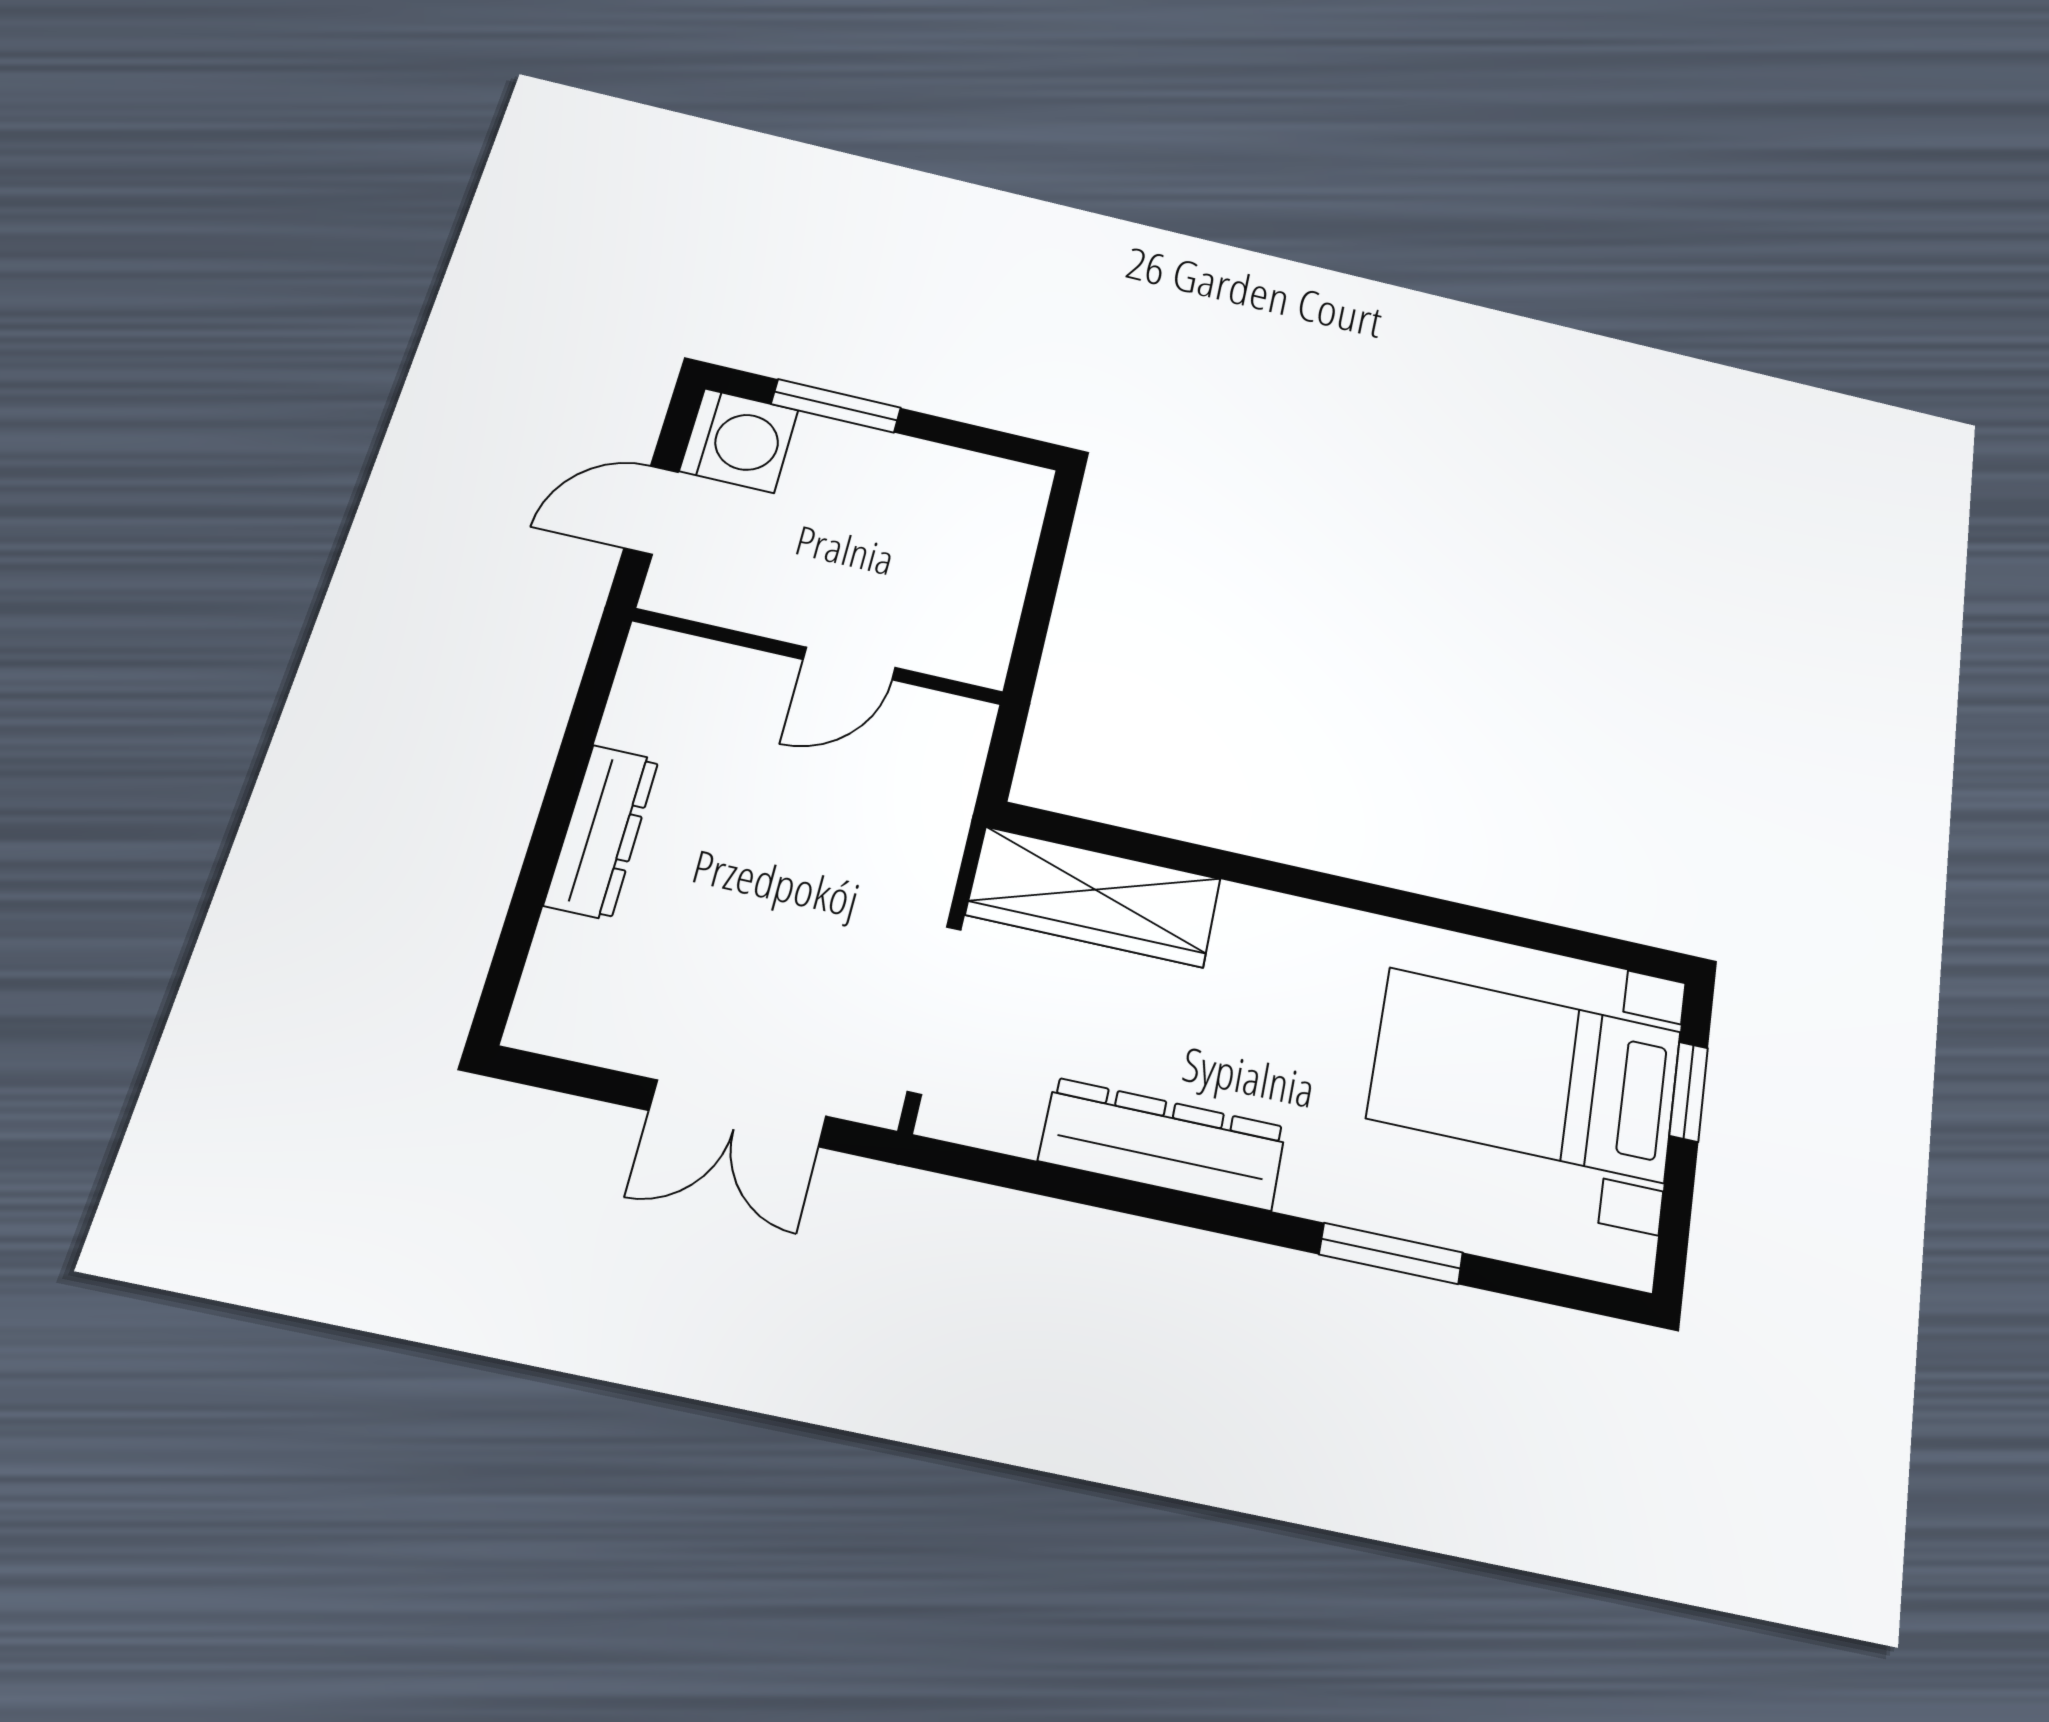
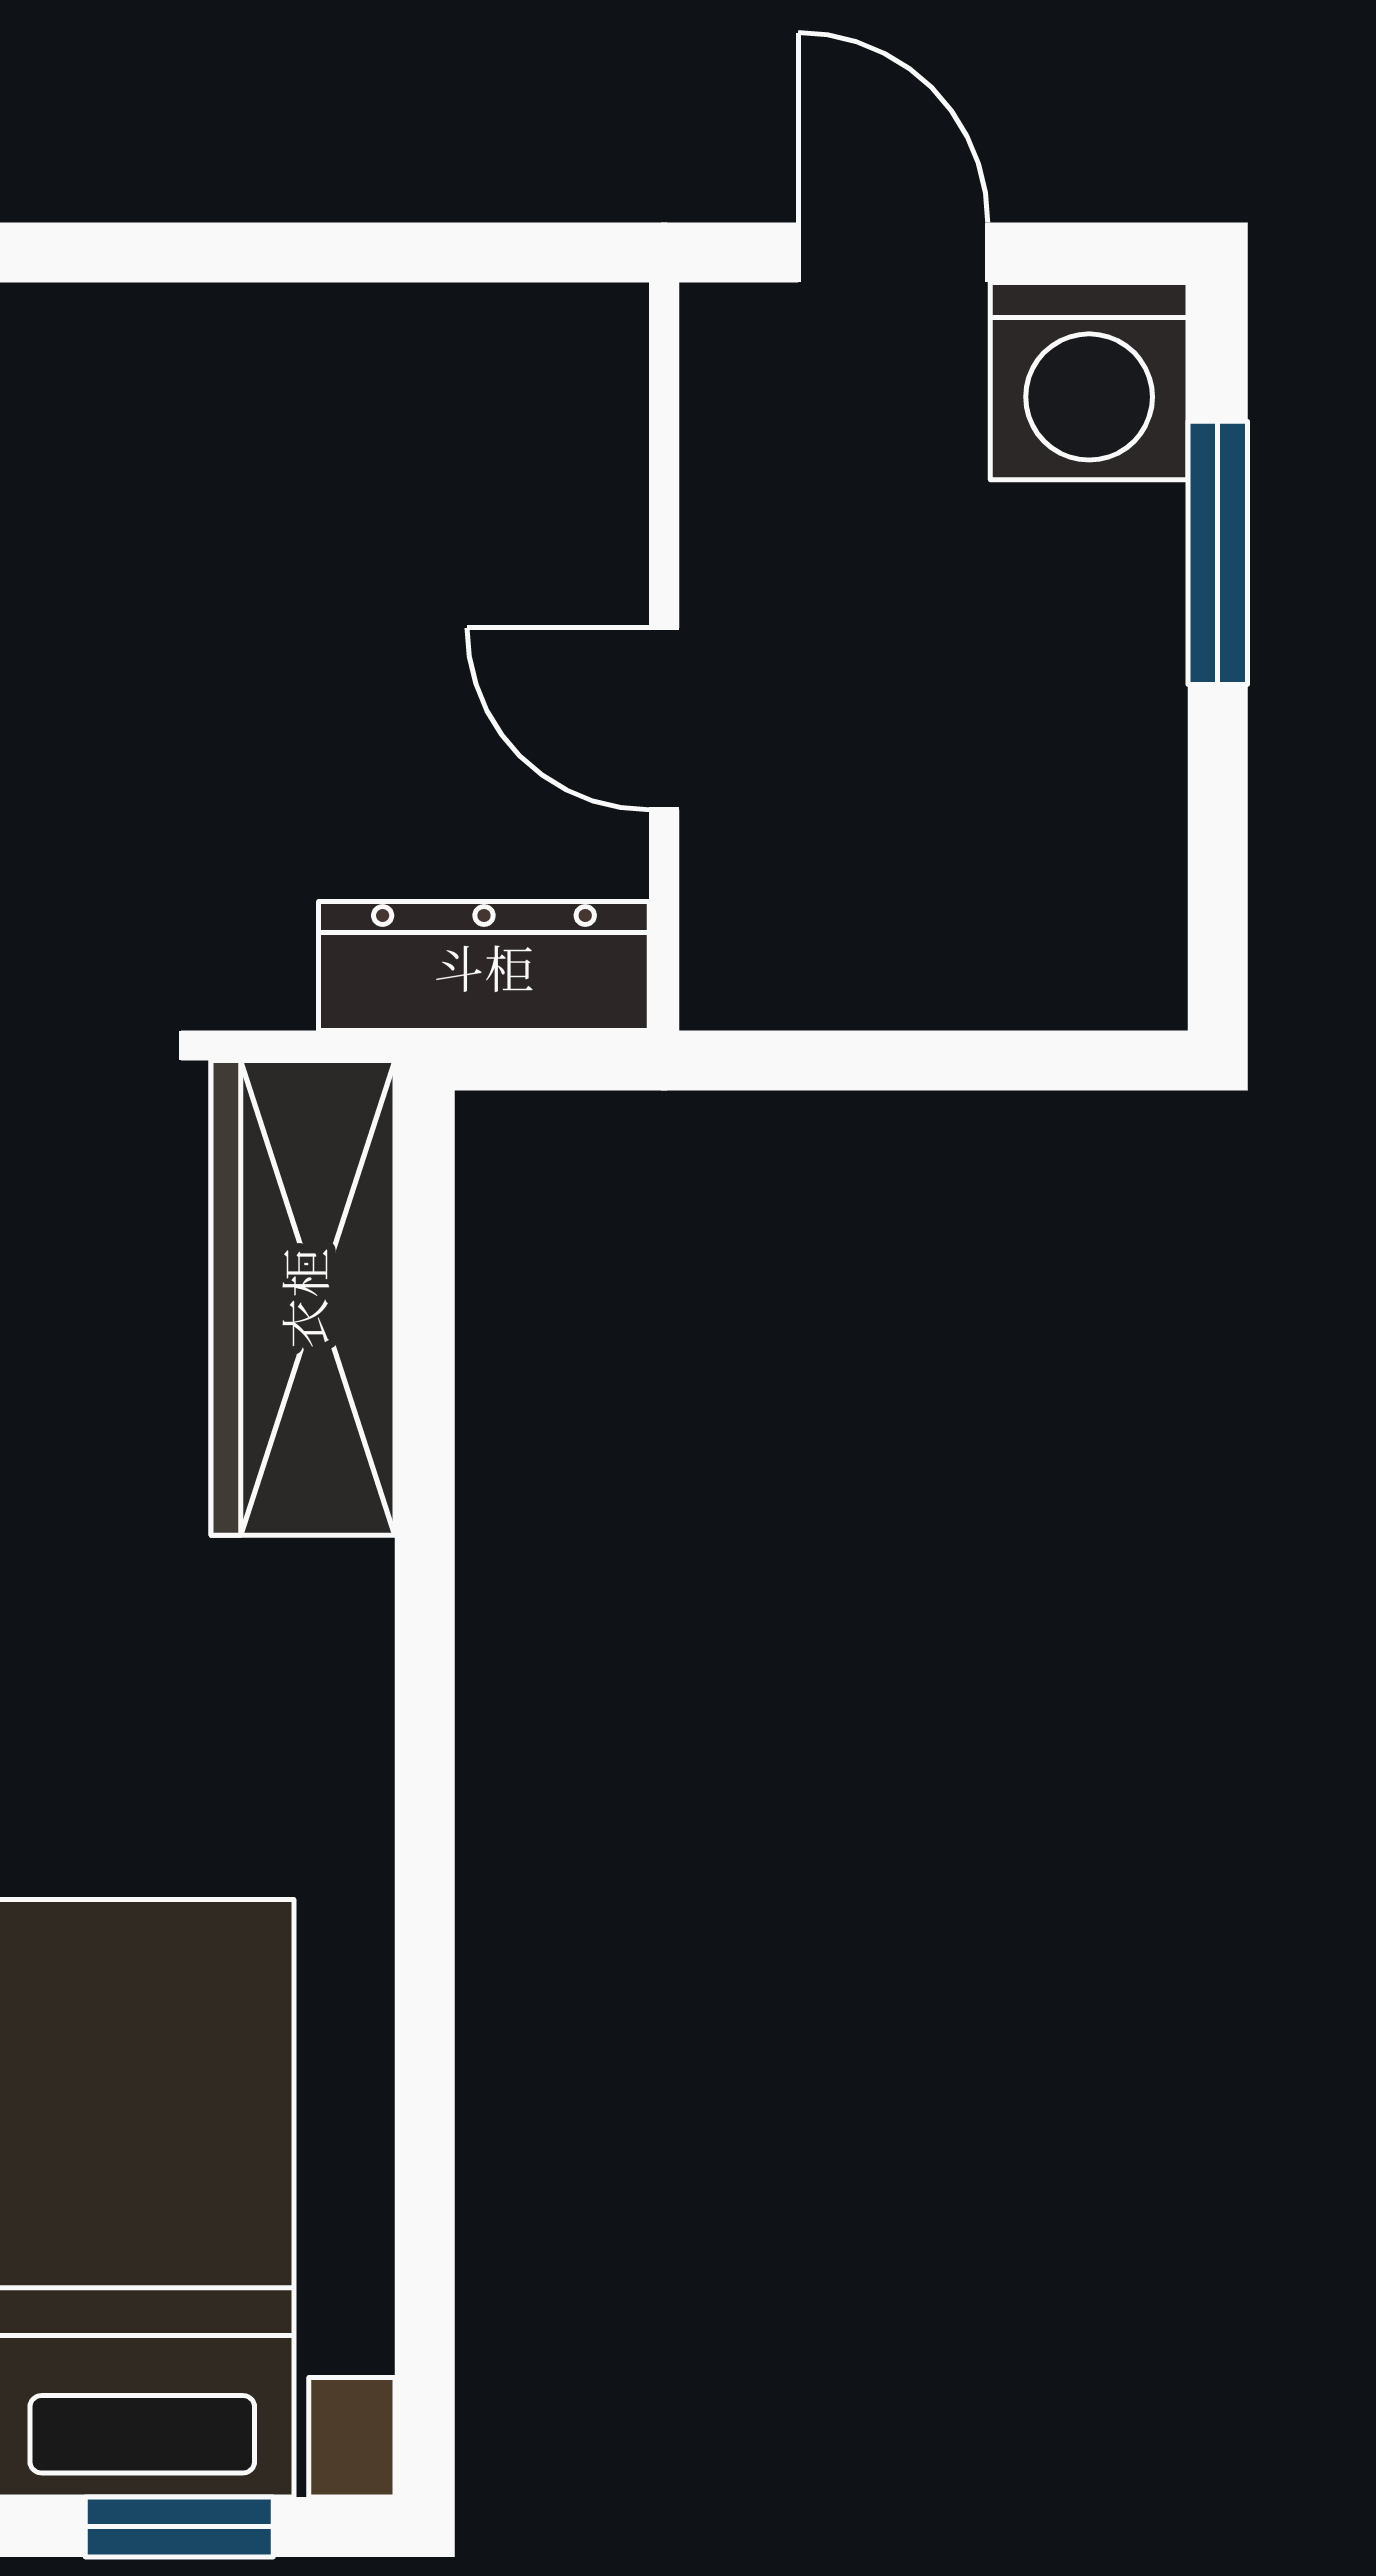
dresser: (602, 832) -> (484, 966), moved, turned 180

